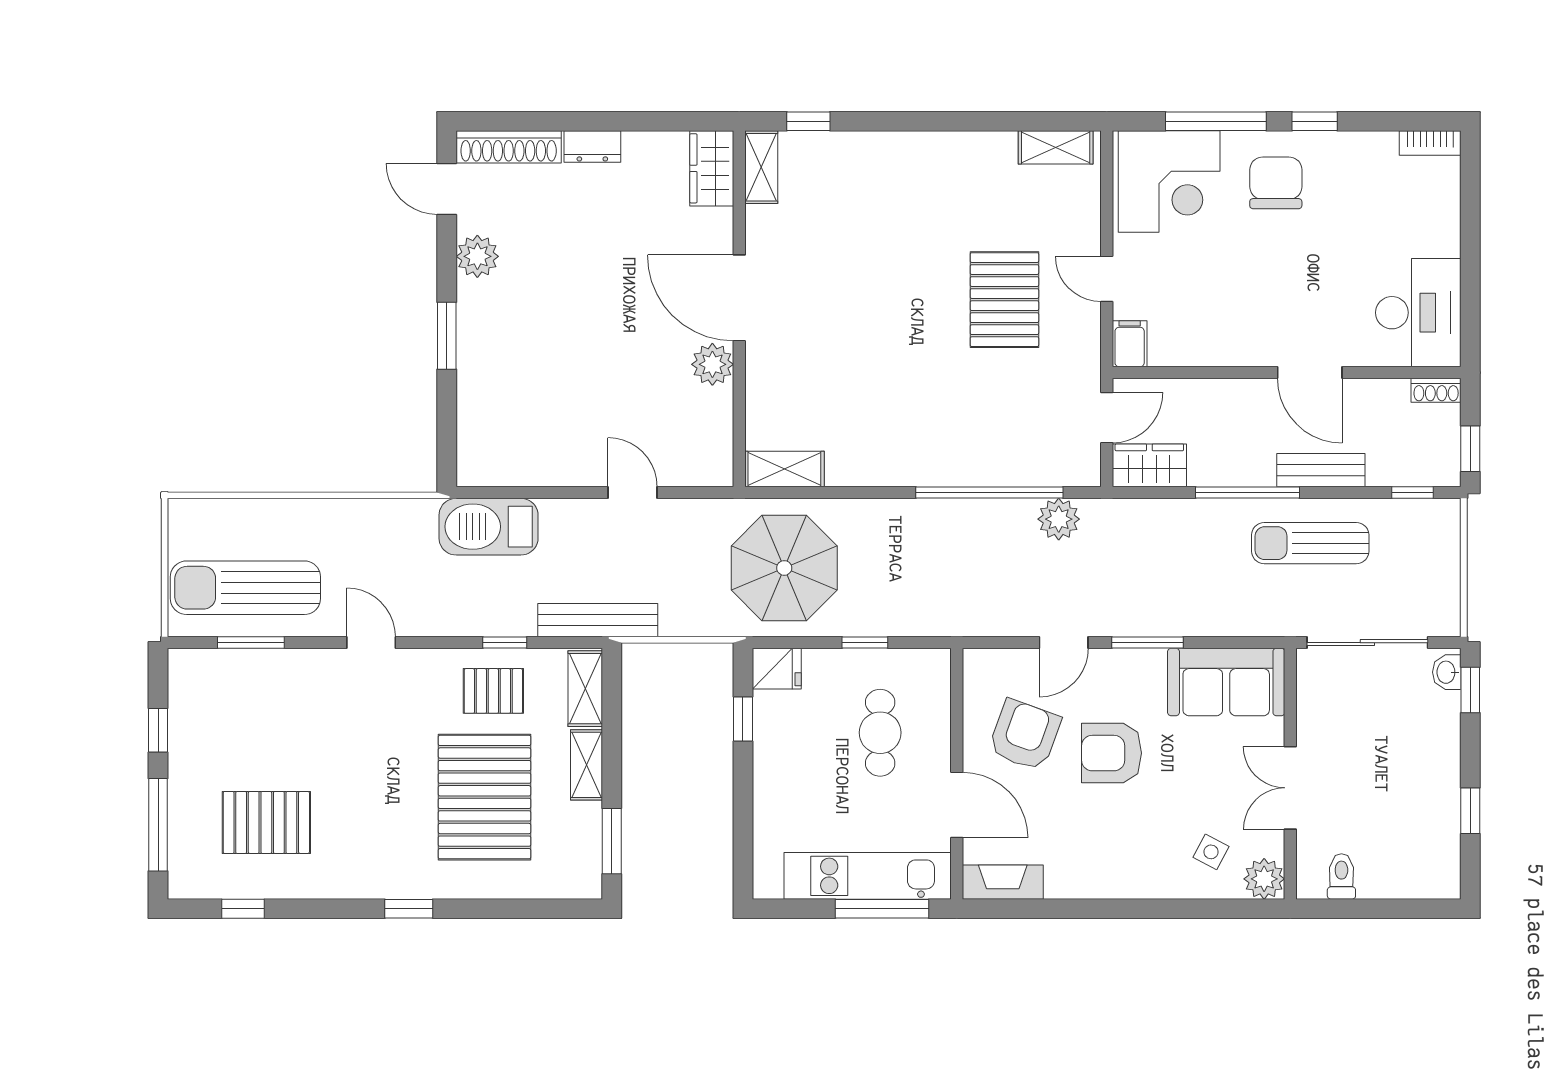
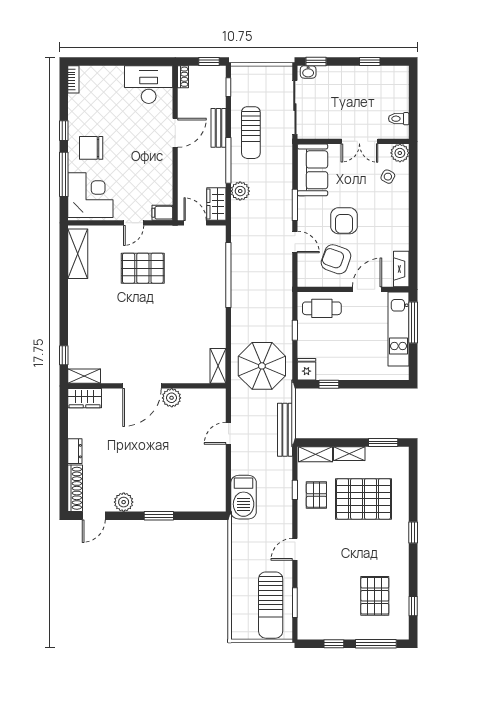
shelving: (1056, 147) -> (78, 254), width x1.50, depth x1.33
plant: (1059, 519) -> (240, 191), moved
bench: (598, 620) -> (285, 430), moved
cafe table: (880, 733) -> (322, 308), moved

